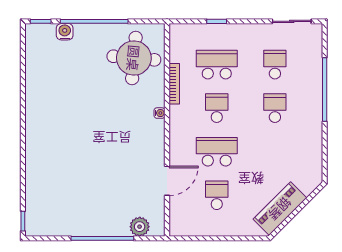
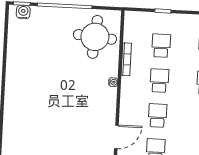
water cooler: (65, 32) -> (23, 12), moved
school desk: (217, 65) -> (161, 46), width x0.54
school desk: (217, 152) -> (158, 116), width x0.54

